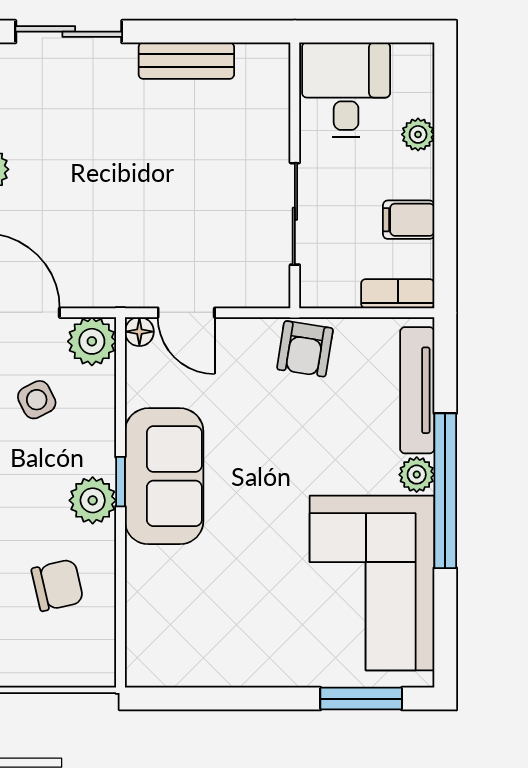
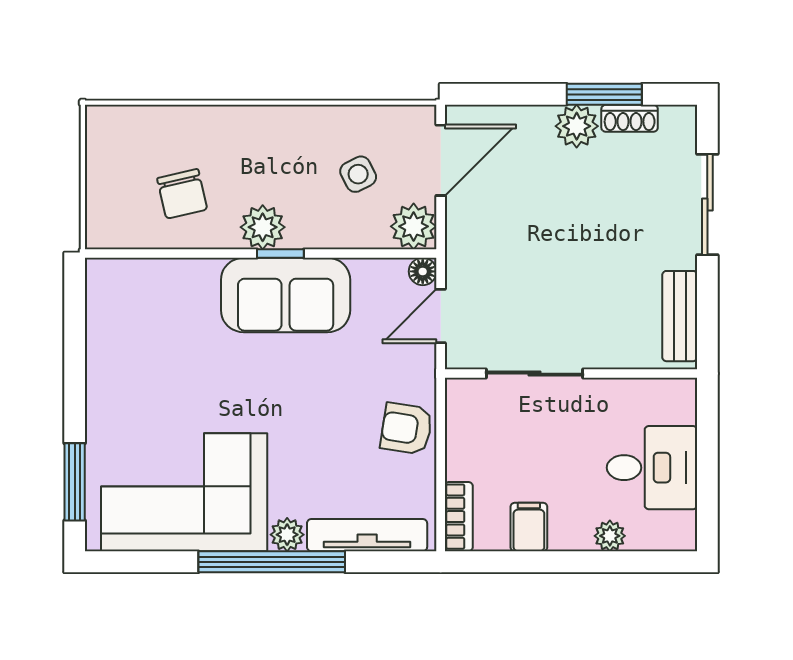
wall: (295, 175) -> (571, 374), moved
sliding door: (295, 214) -> (534, 374), moved

